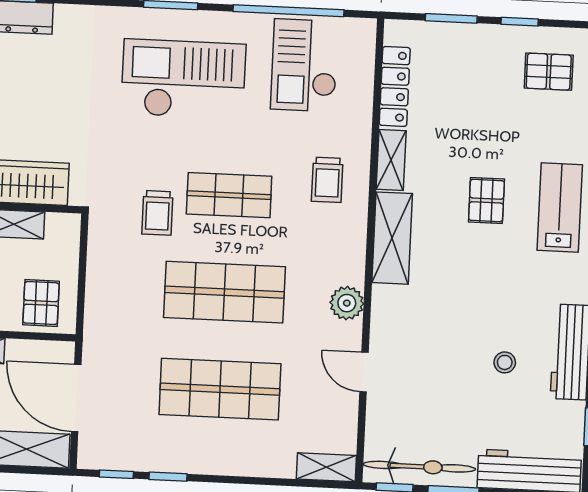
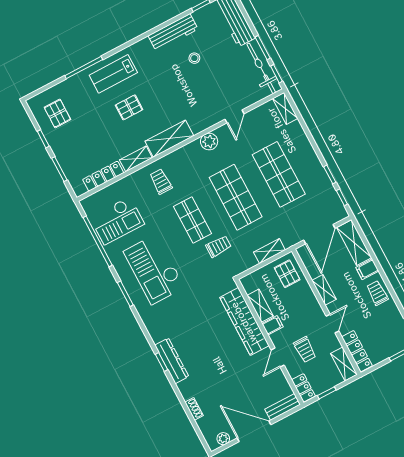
trolley: (327, 180) -> (161, 181), turned -90
shelving: (98, 295) -> (269, 251), added
pallet: (41, 303) -> (287, 274), turned 90

